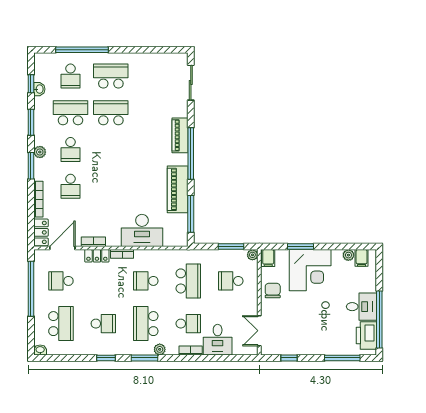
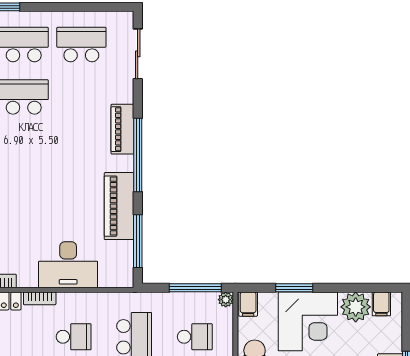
school desk: (151, 76) -> (81, 45), added
window: (231, 247) -> (195, 288), width x1.44
plant: (348, 255) -> (356, 307), width x1.88, depth x1.88
school desk: (146, 281) -> (74, 337), turned 180
school desk: (231, 281) -> (195, 337), turned 180

